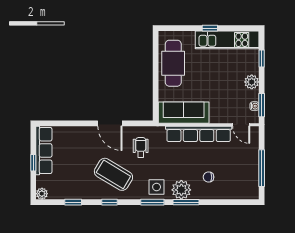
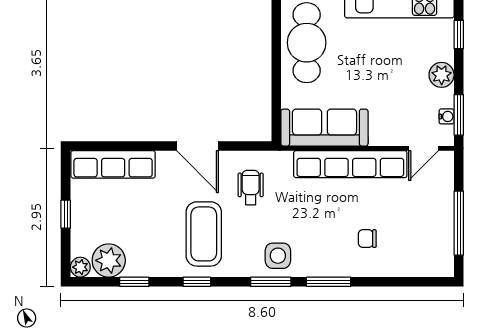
door: (241, 125) -> (424, 148), hinge flipped
row of seats: (44, 150) -> (113, 164), moved, turned 90
coffee table: (113, 174) -> (204, 234), turned 59
plant: (181, 190) -> (109, 260), moved

